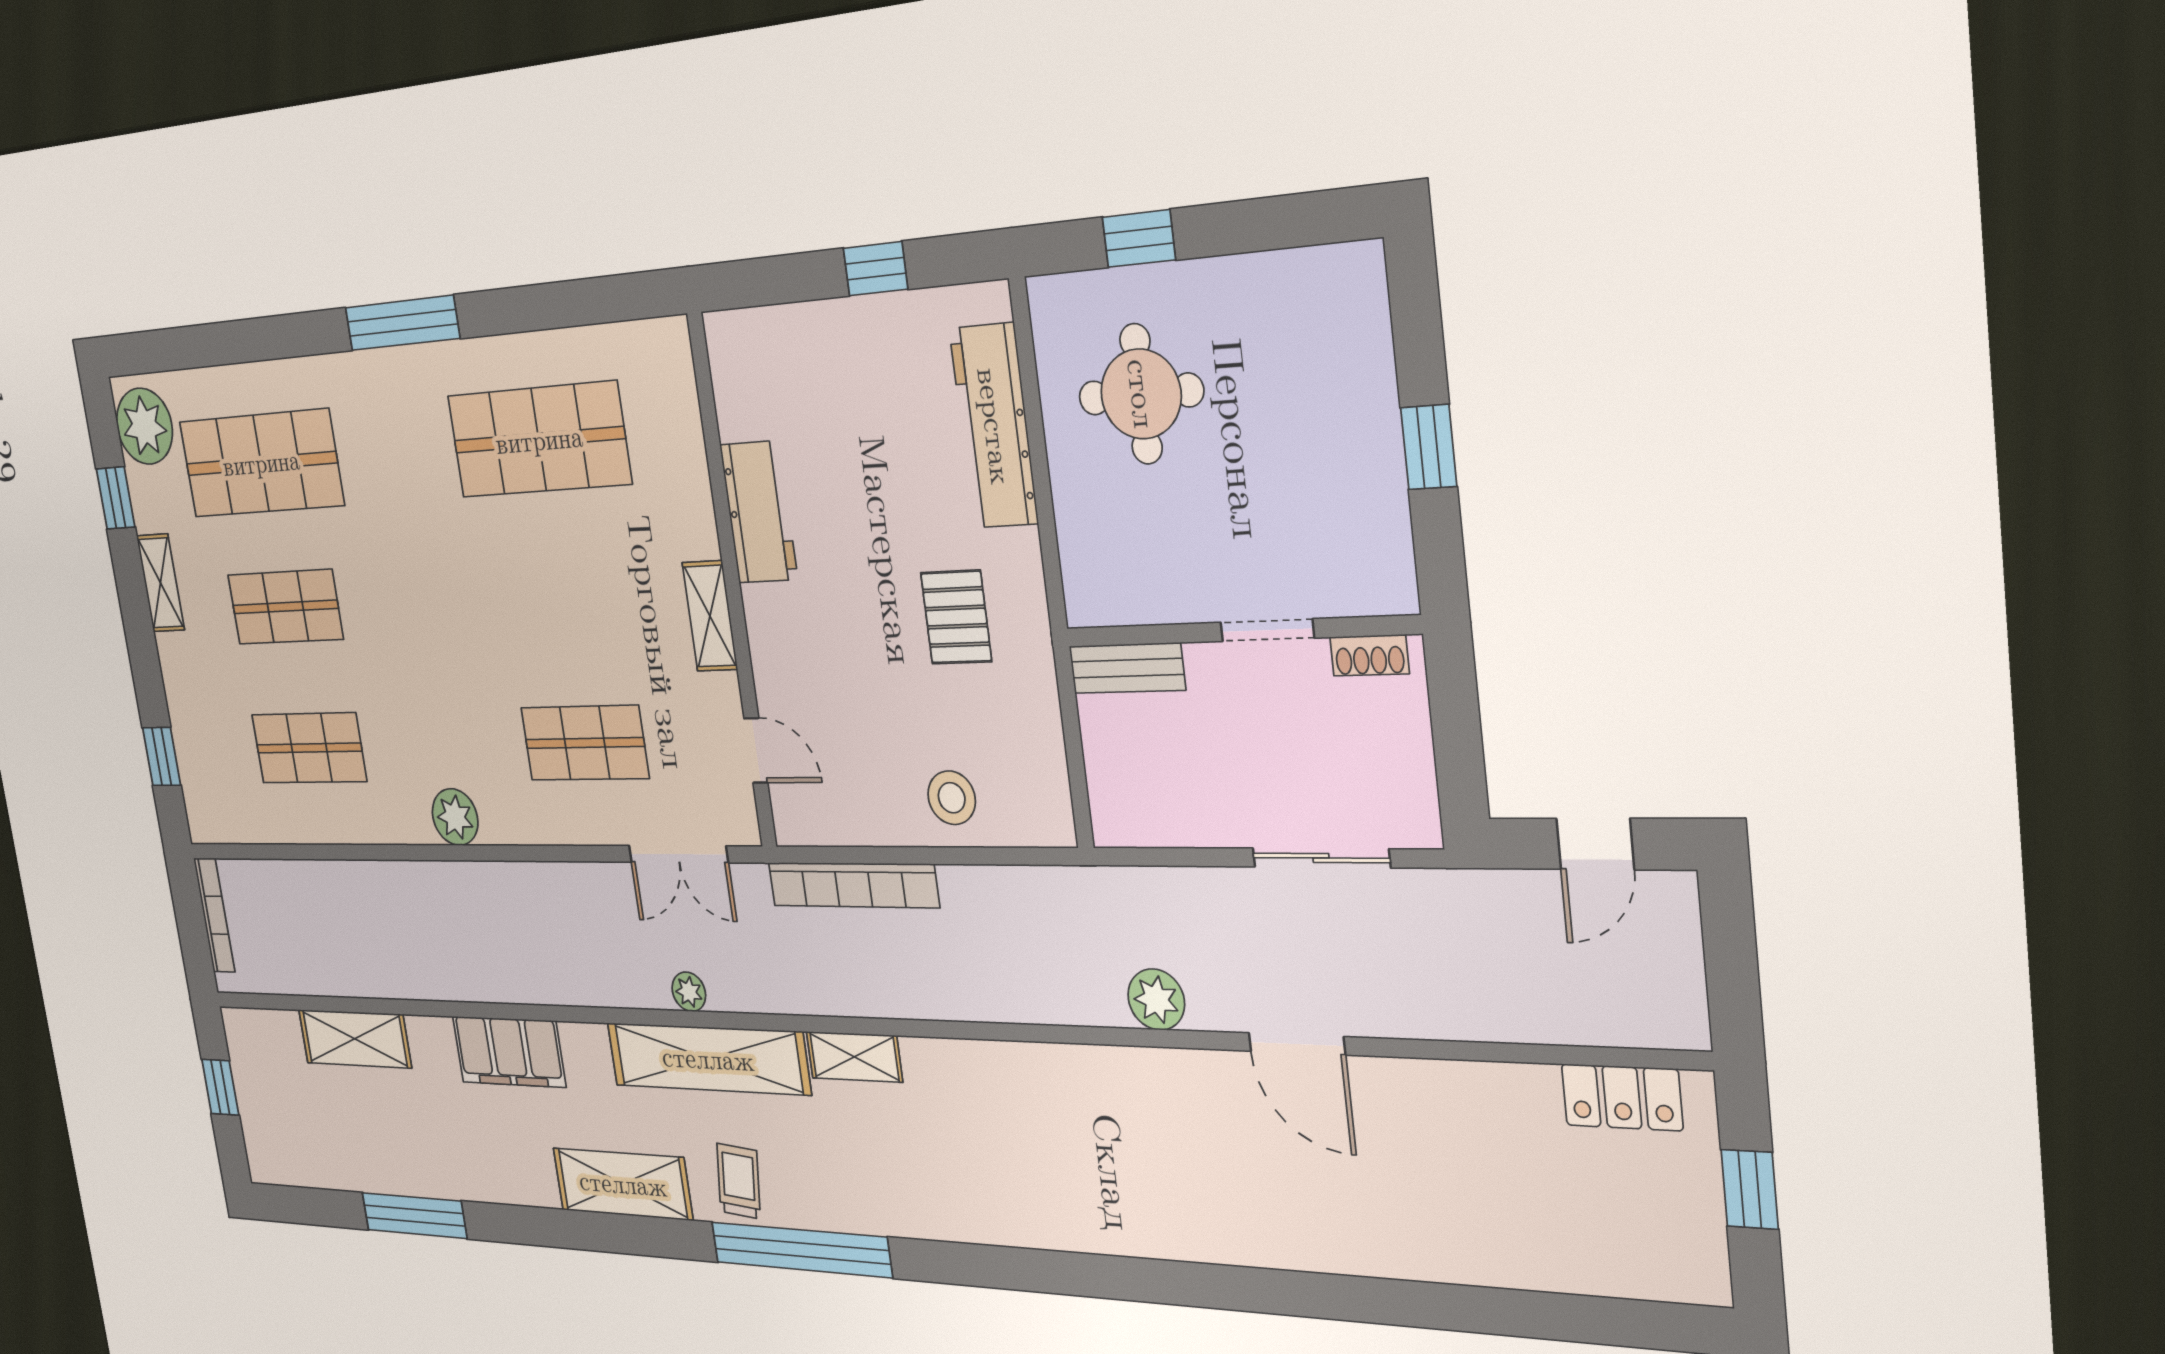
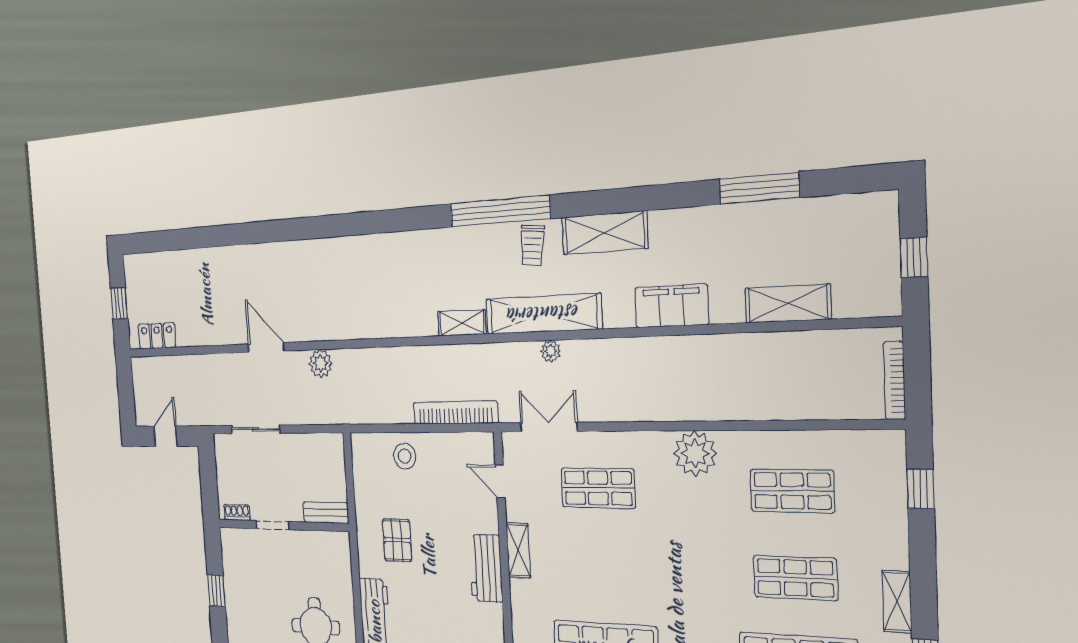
workbench: (759, 512) -> (486, 568), moved
plant: (455, 817) -> (695, 453), width x1.36, depth x1.36

